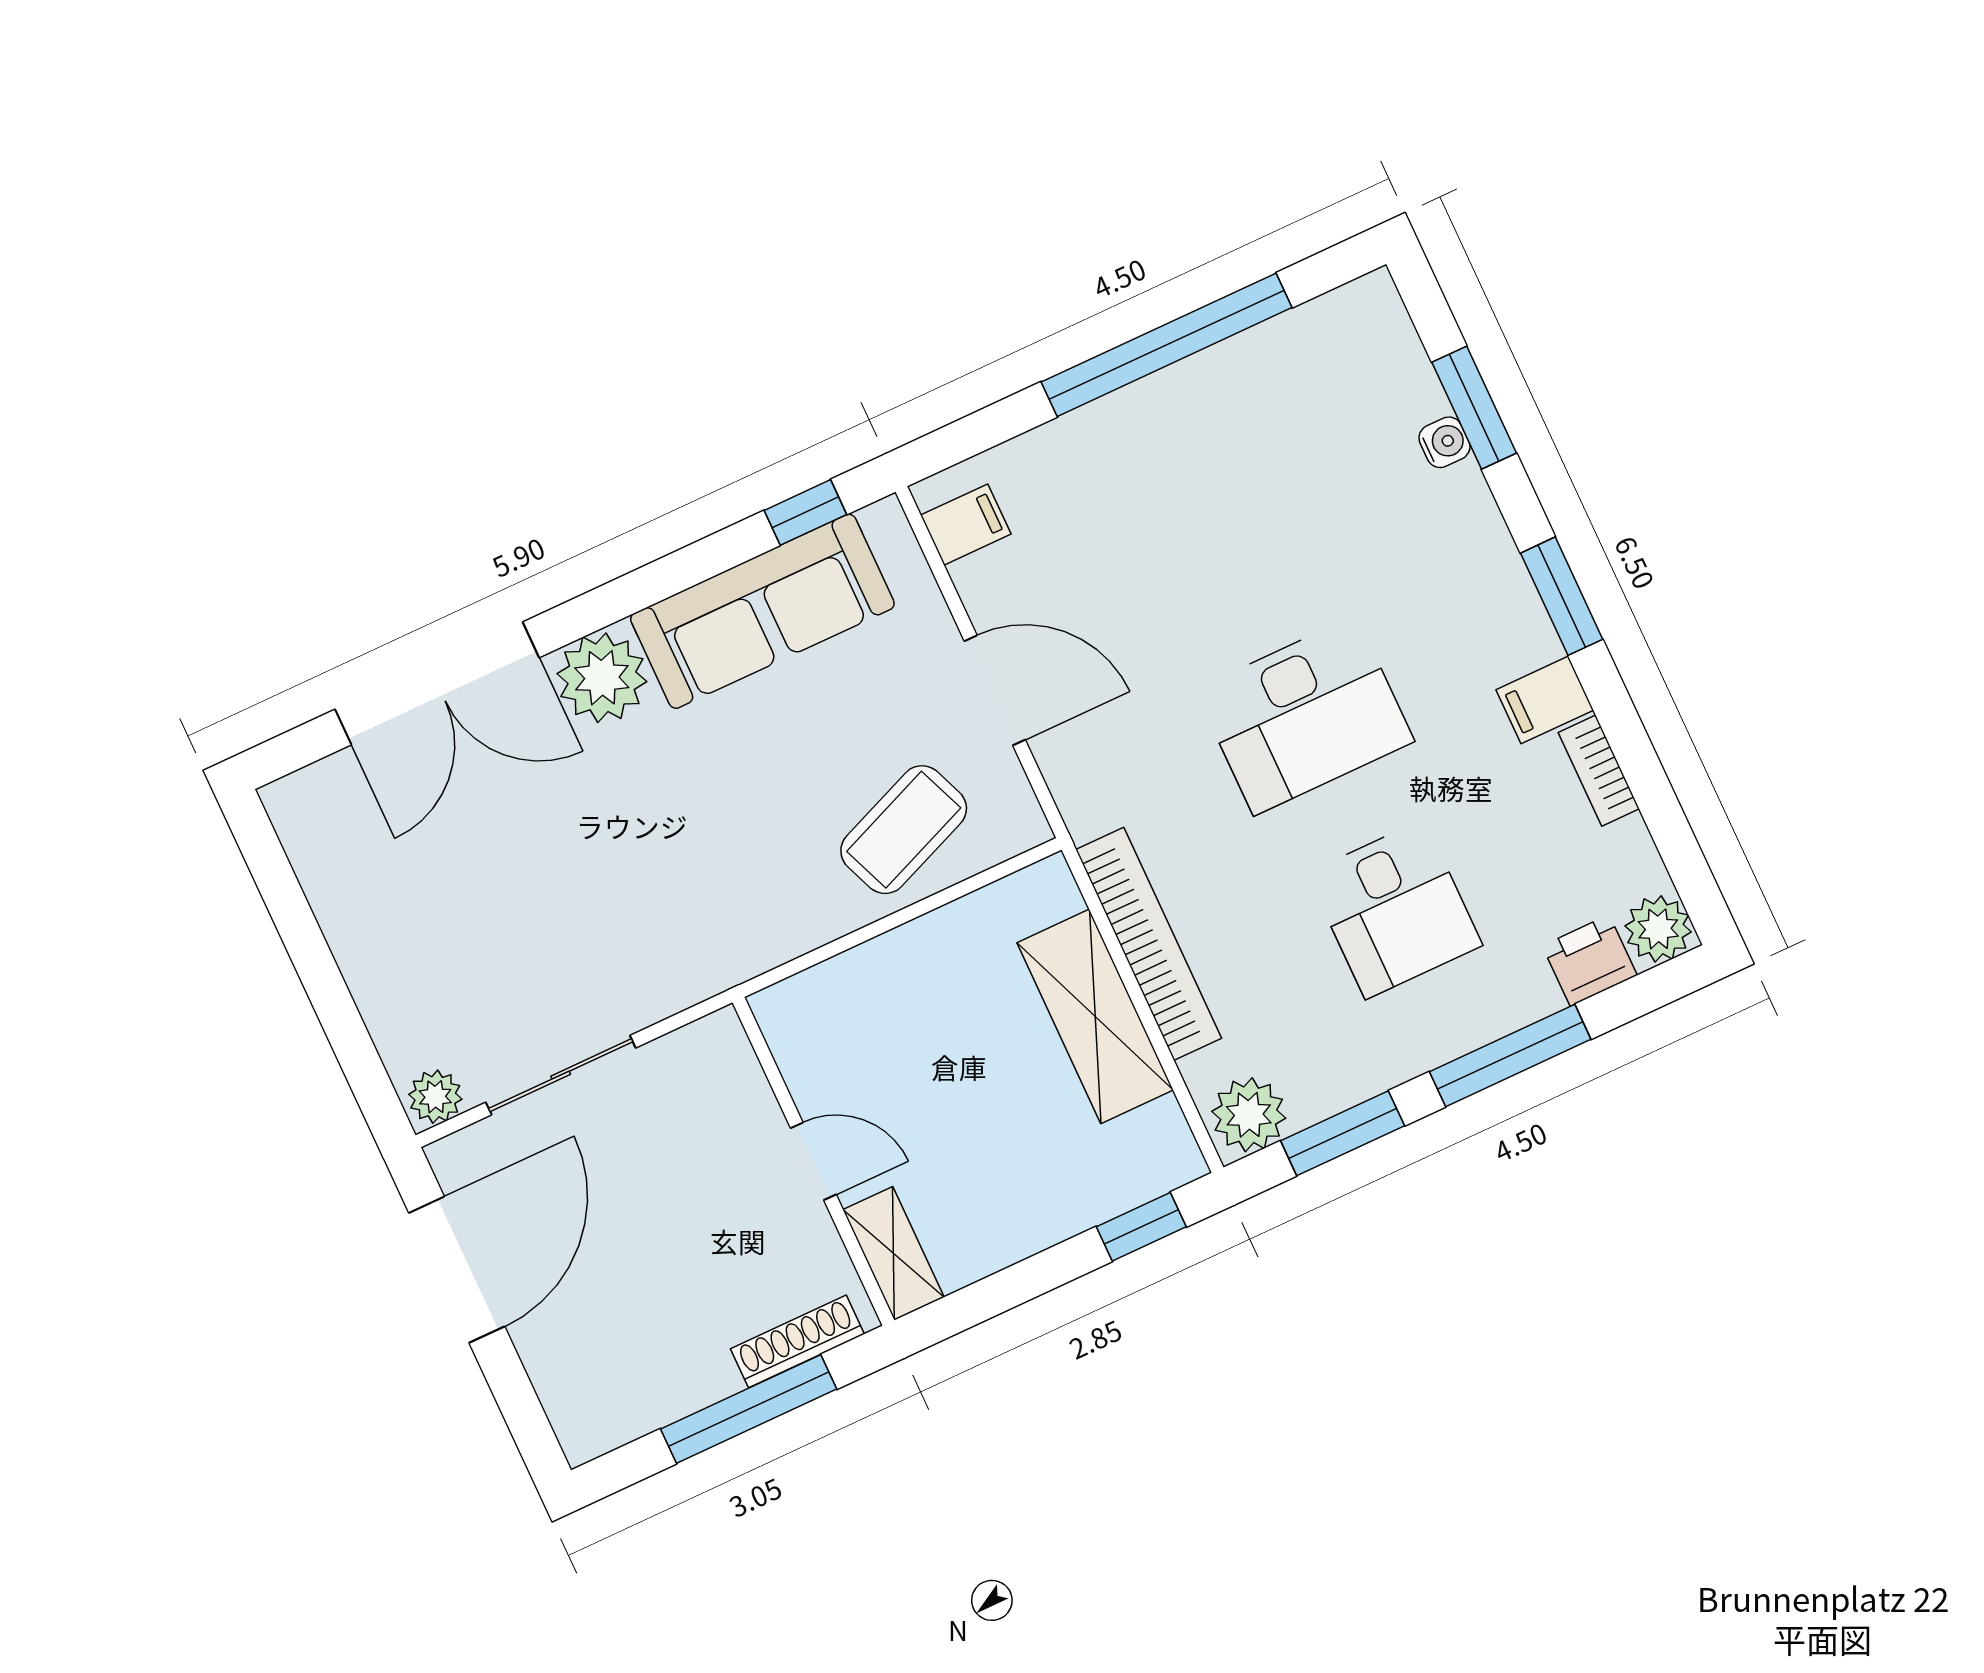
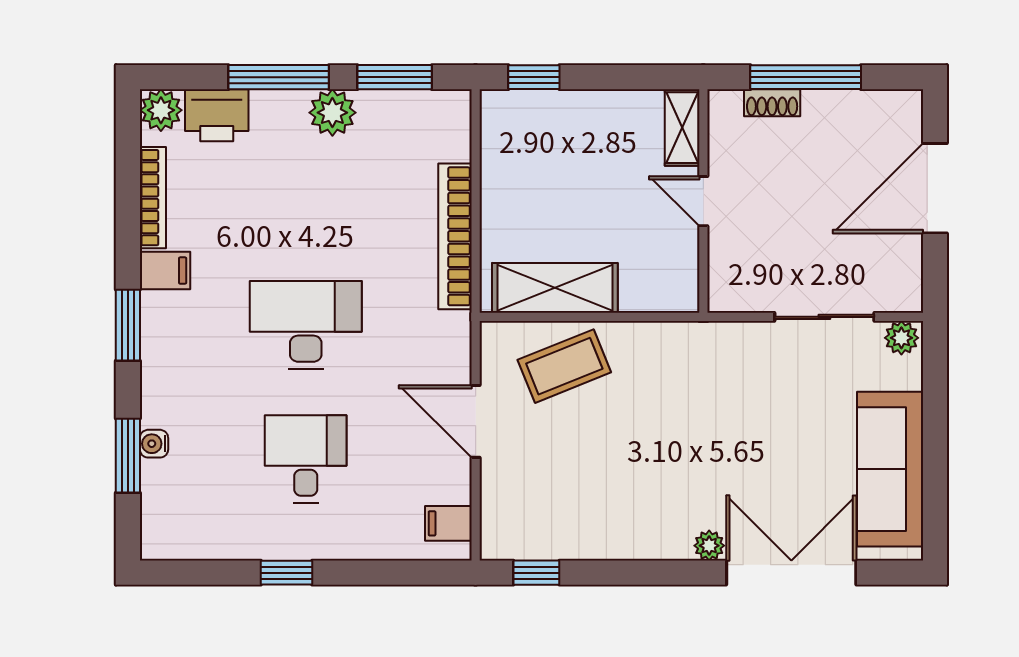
window: (1167, 345) -> (286, 573), width x0.32
sofa: (762, 611) -> (890, 469), moved, turned -90
plant: (602, 678) -> (709, 546), width x0.53, depth x0.53
bookcase: (1599, 771) -> (153, 198), width x1.56
desk: (1395, 909) -> (306, 459), moved
printer: (1590, 961) -> (217, 115), width x1.36, depth x1.24
shelving: (1095, 1016) -> (555, 288), moved, turned 90
plant: (1249, 1115) -> (332, 113), moved
door: (457, 1270) -> (935, 188), moved
shoe rack: (797, 1341) -> (772, 103), width x0.70

